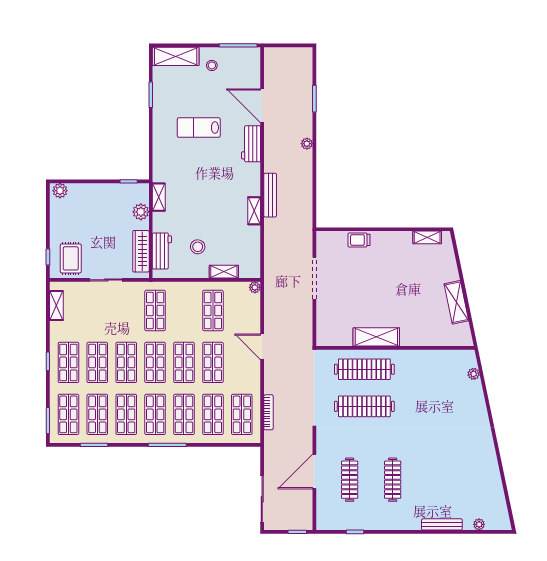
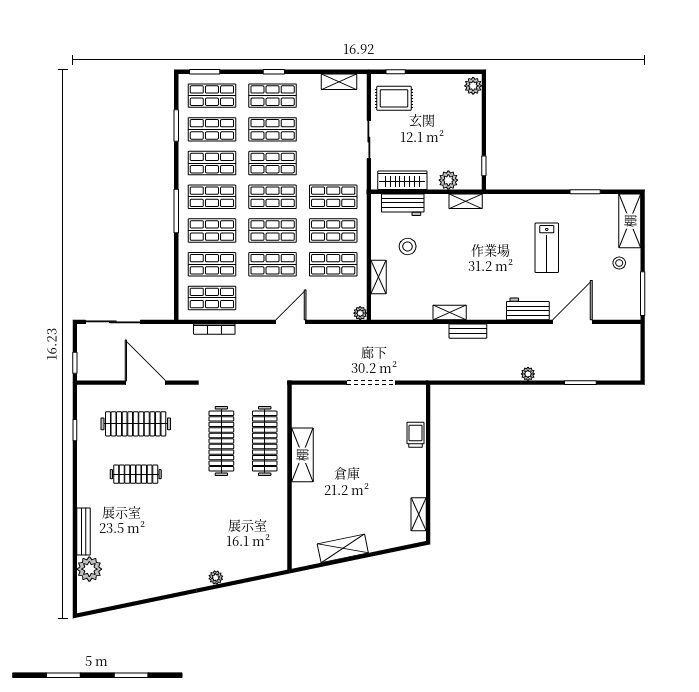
lab bench: (199, 128) -> (547, 248), turned 180
bench: (270, 195) -> (468, 331), width x0.73
shop shelf: (184, 310) -> (333, 231), added
plant: (474, 374) -> (216, 578), moved
clothes rail: (350, 480) -> (136, 424), width x1.37, depth x1.31
plant: (479, 524) -> (89, 569), width x1.88, depth x1.88

